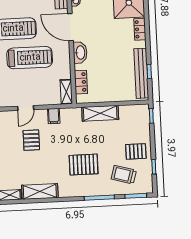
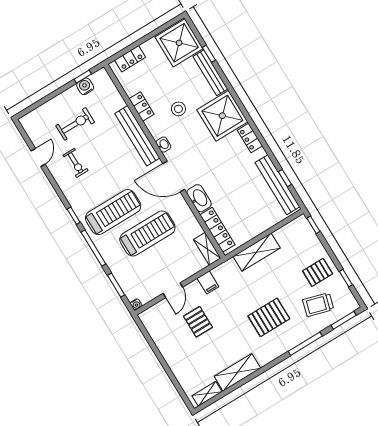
locker: (81, 82) -> (217, 230), width x1.53

